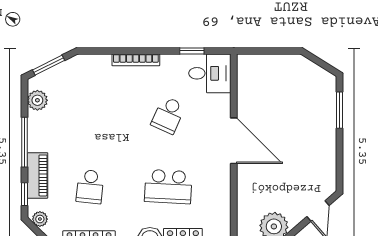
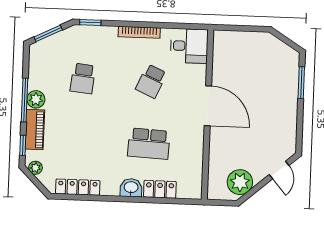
window: (192, 51) -> (90, 23), moved
bookcase: (136, 60) -> (139, 32), moved
plant: (37, 100) -> (36, 99), moved
school desk: (90, 187) -> (83, 78), moved

